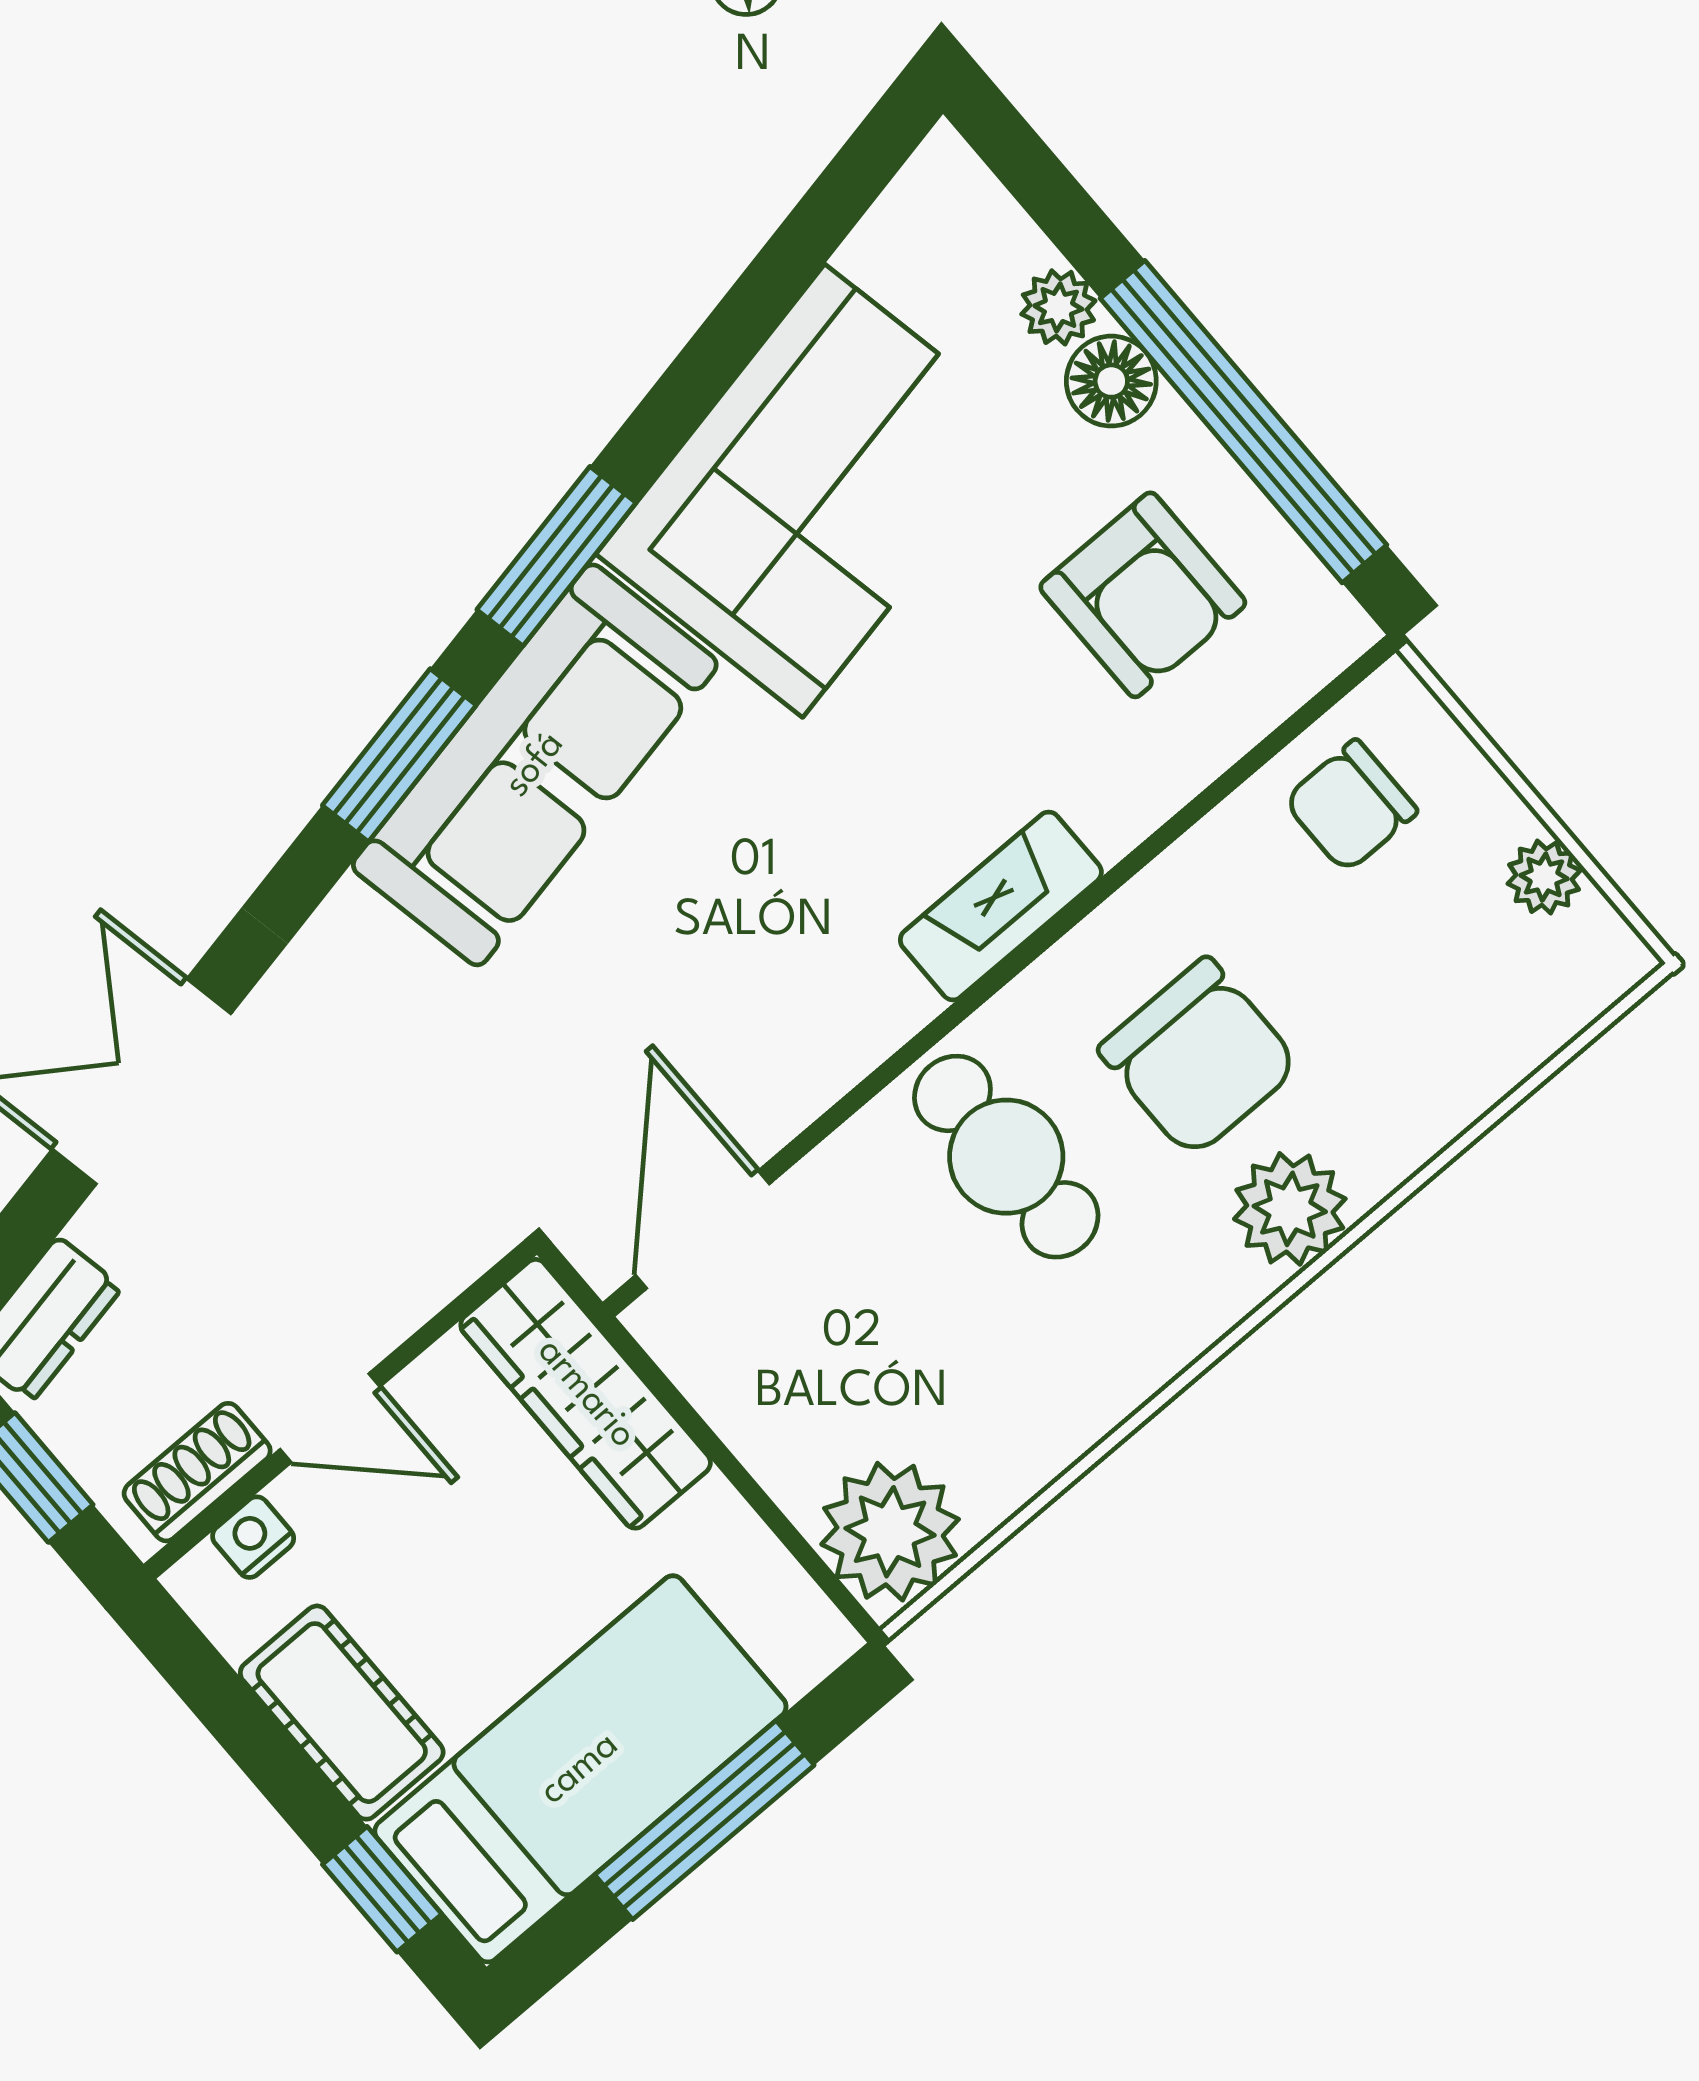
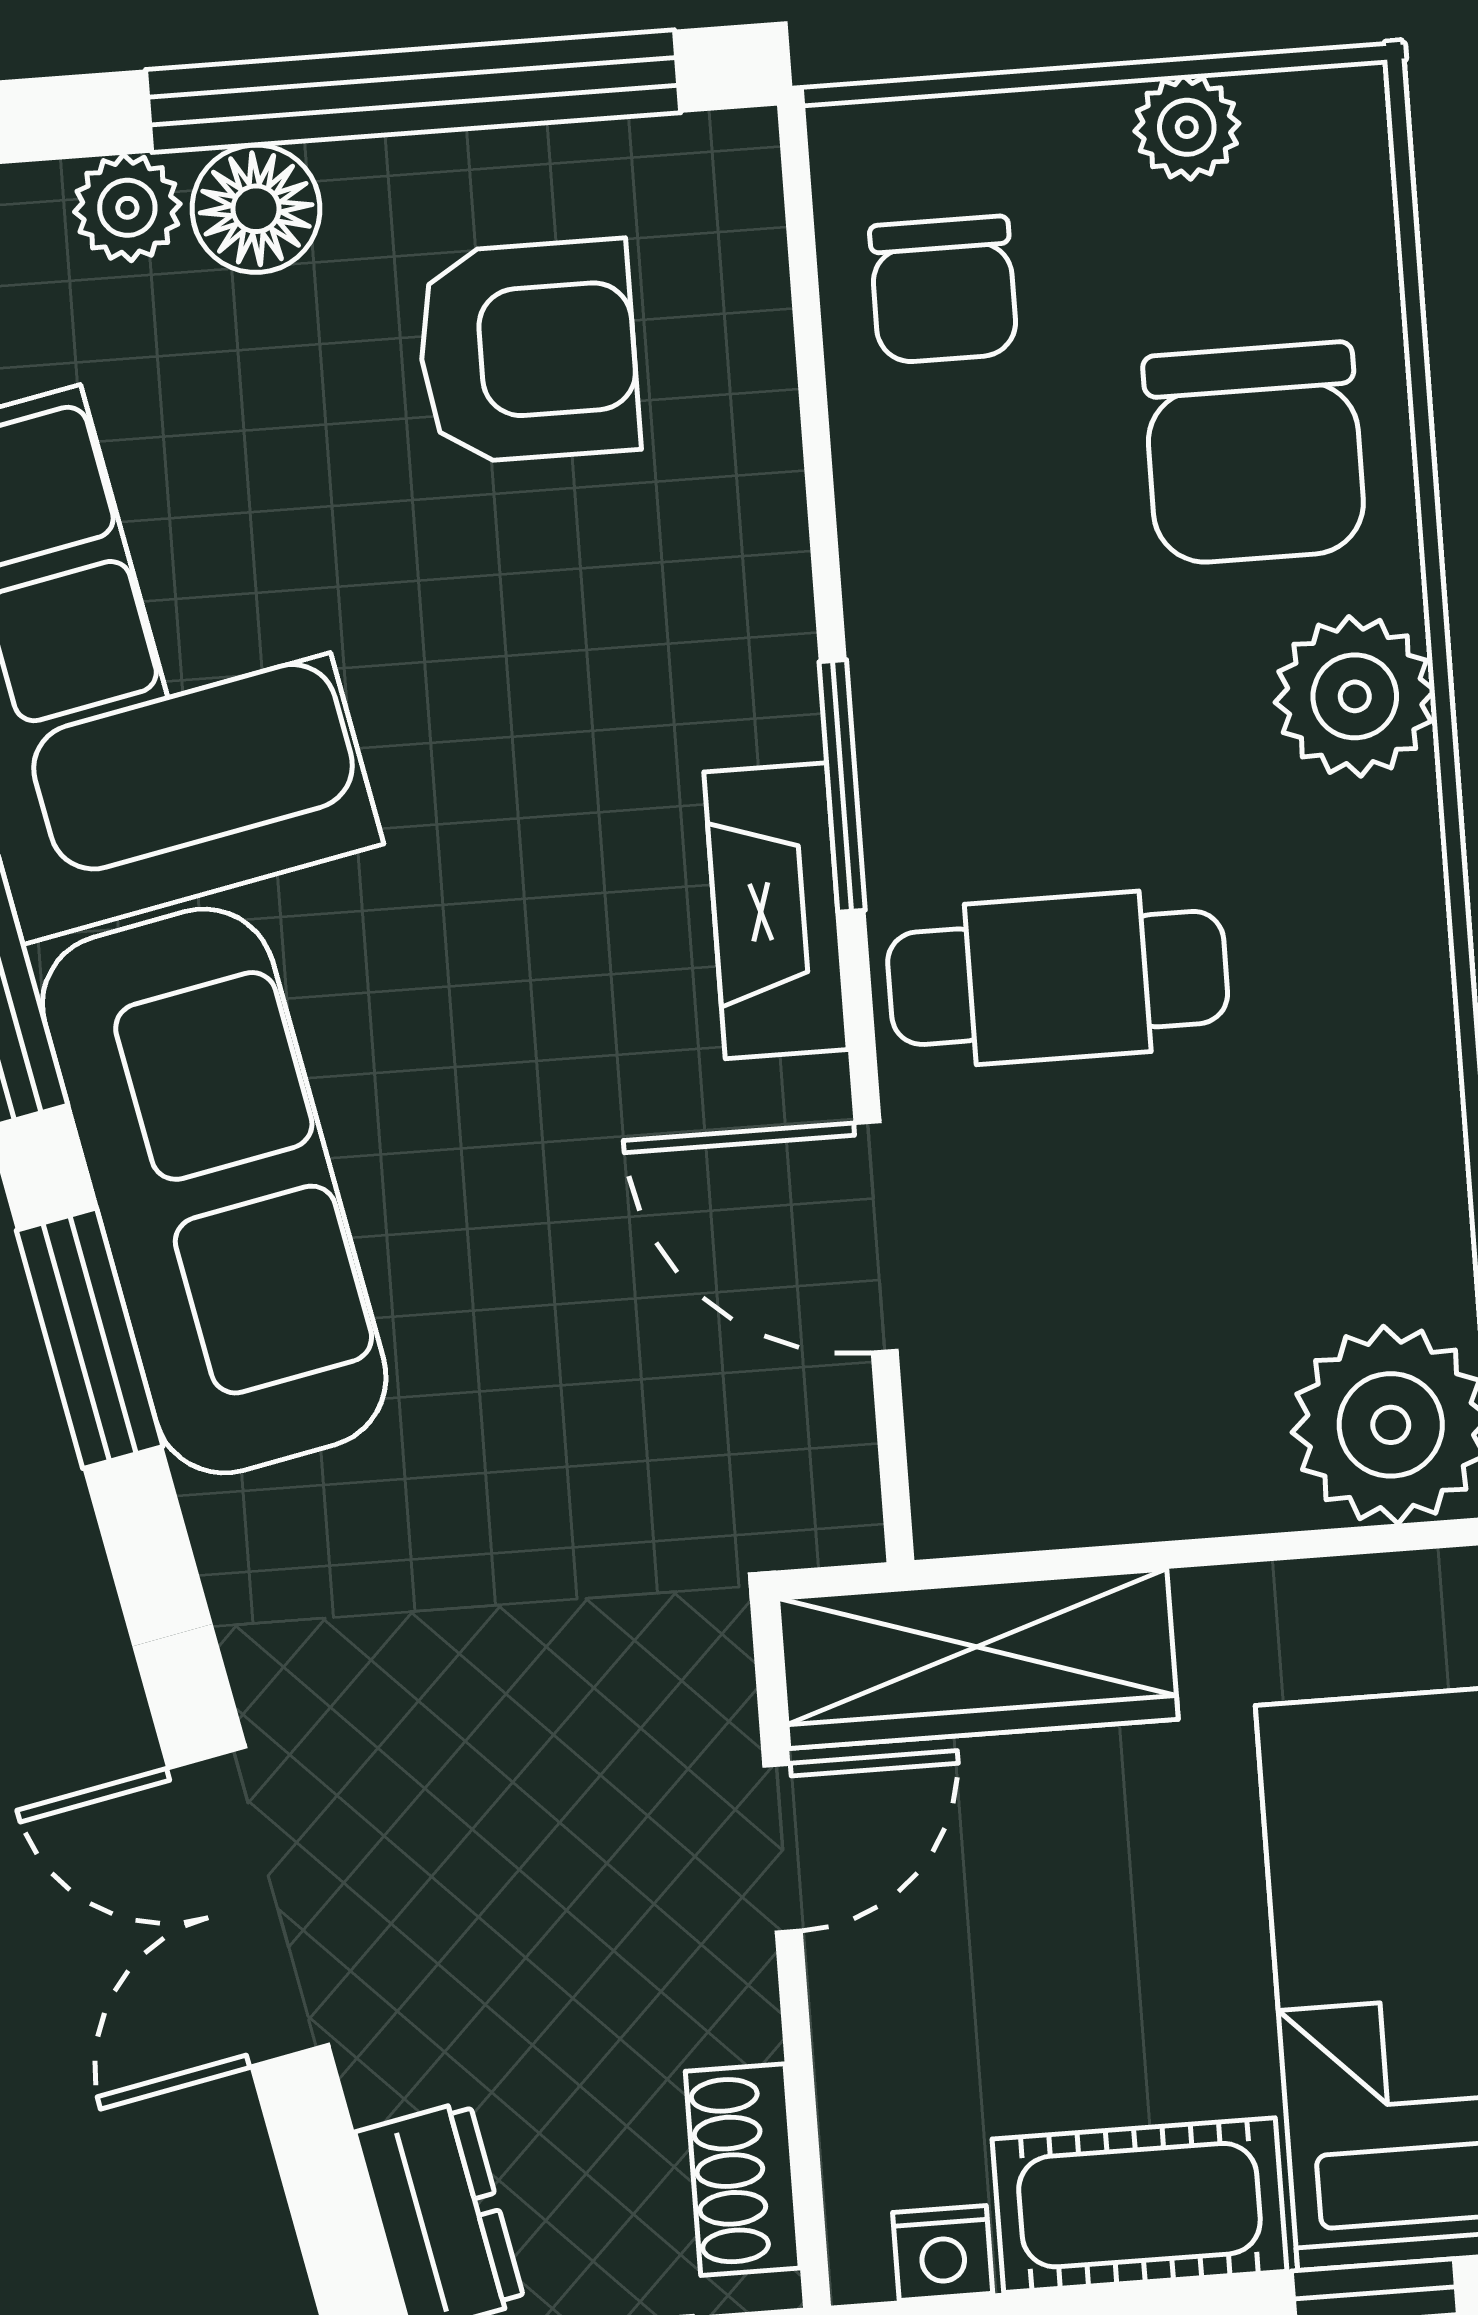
fireplace: (1001, 906) -> (776, 911), moved
window: (1026, 954) -> (842, 786), added
chair: (1199, 1057) -> (1254, 453), moved, turned 90
door: (703, 1230) -> (876, 1237), moved
door: (330, 1418) -> (783, 1848), moved
nightstand: (253, 1537) -> (943, 2253), moved, turned -90

